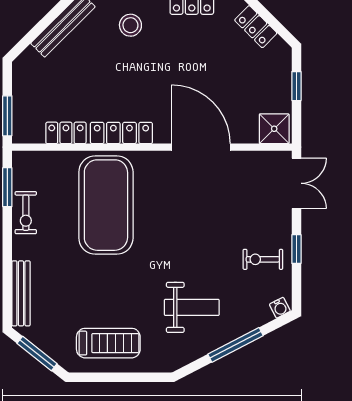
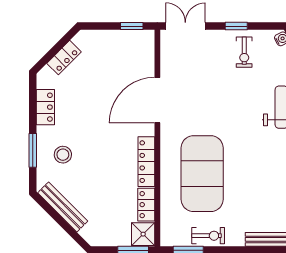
window: (296, 86) -> (132, 26), moved
shower: (274, 129) -> (143, 234), moved
exercise mat: (106, 205) -> (202, 174), turned 90

